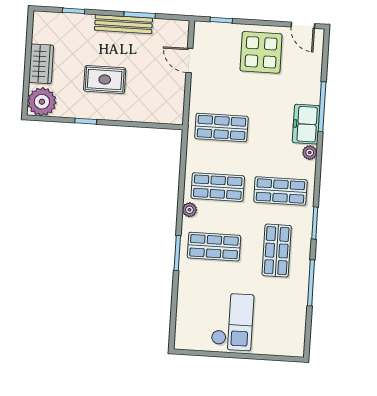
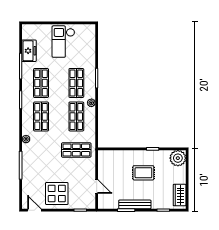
wardrobe: (41, 64) -> (180, 195), moved
freezer: (306, 124) -> (29, 51), moved
shop shelf: (218, 187) -> (76, 116), turned 90
shop shelf: (280, 191) -> (41, 116), turned 90
shop shelf: (214, 247) -> (76, 83), turned 90

